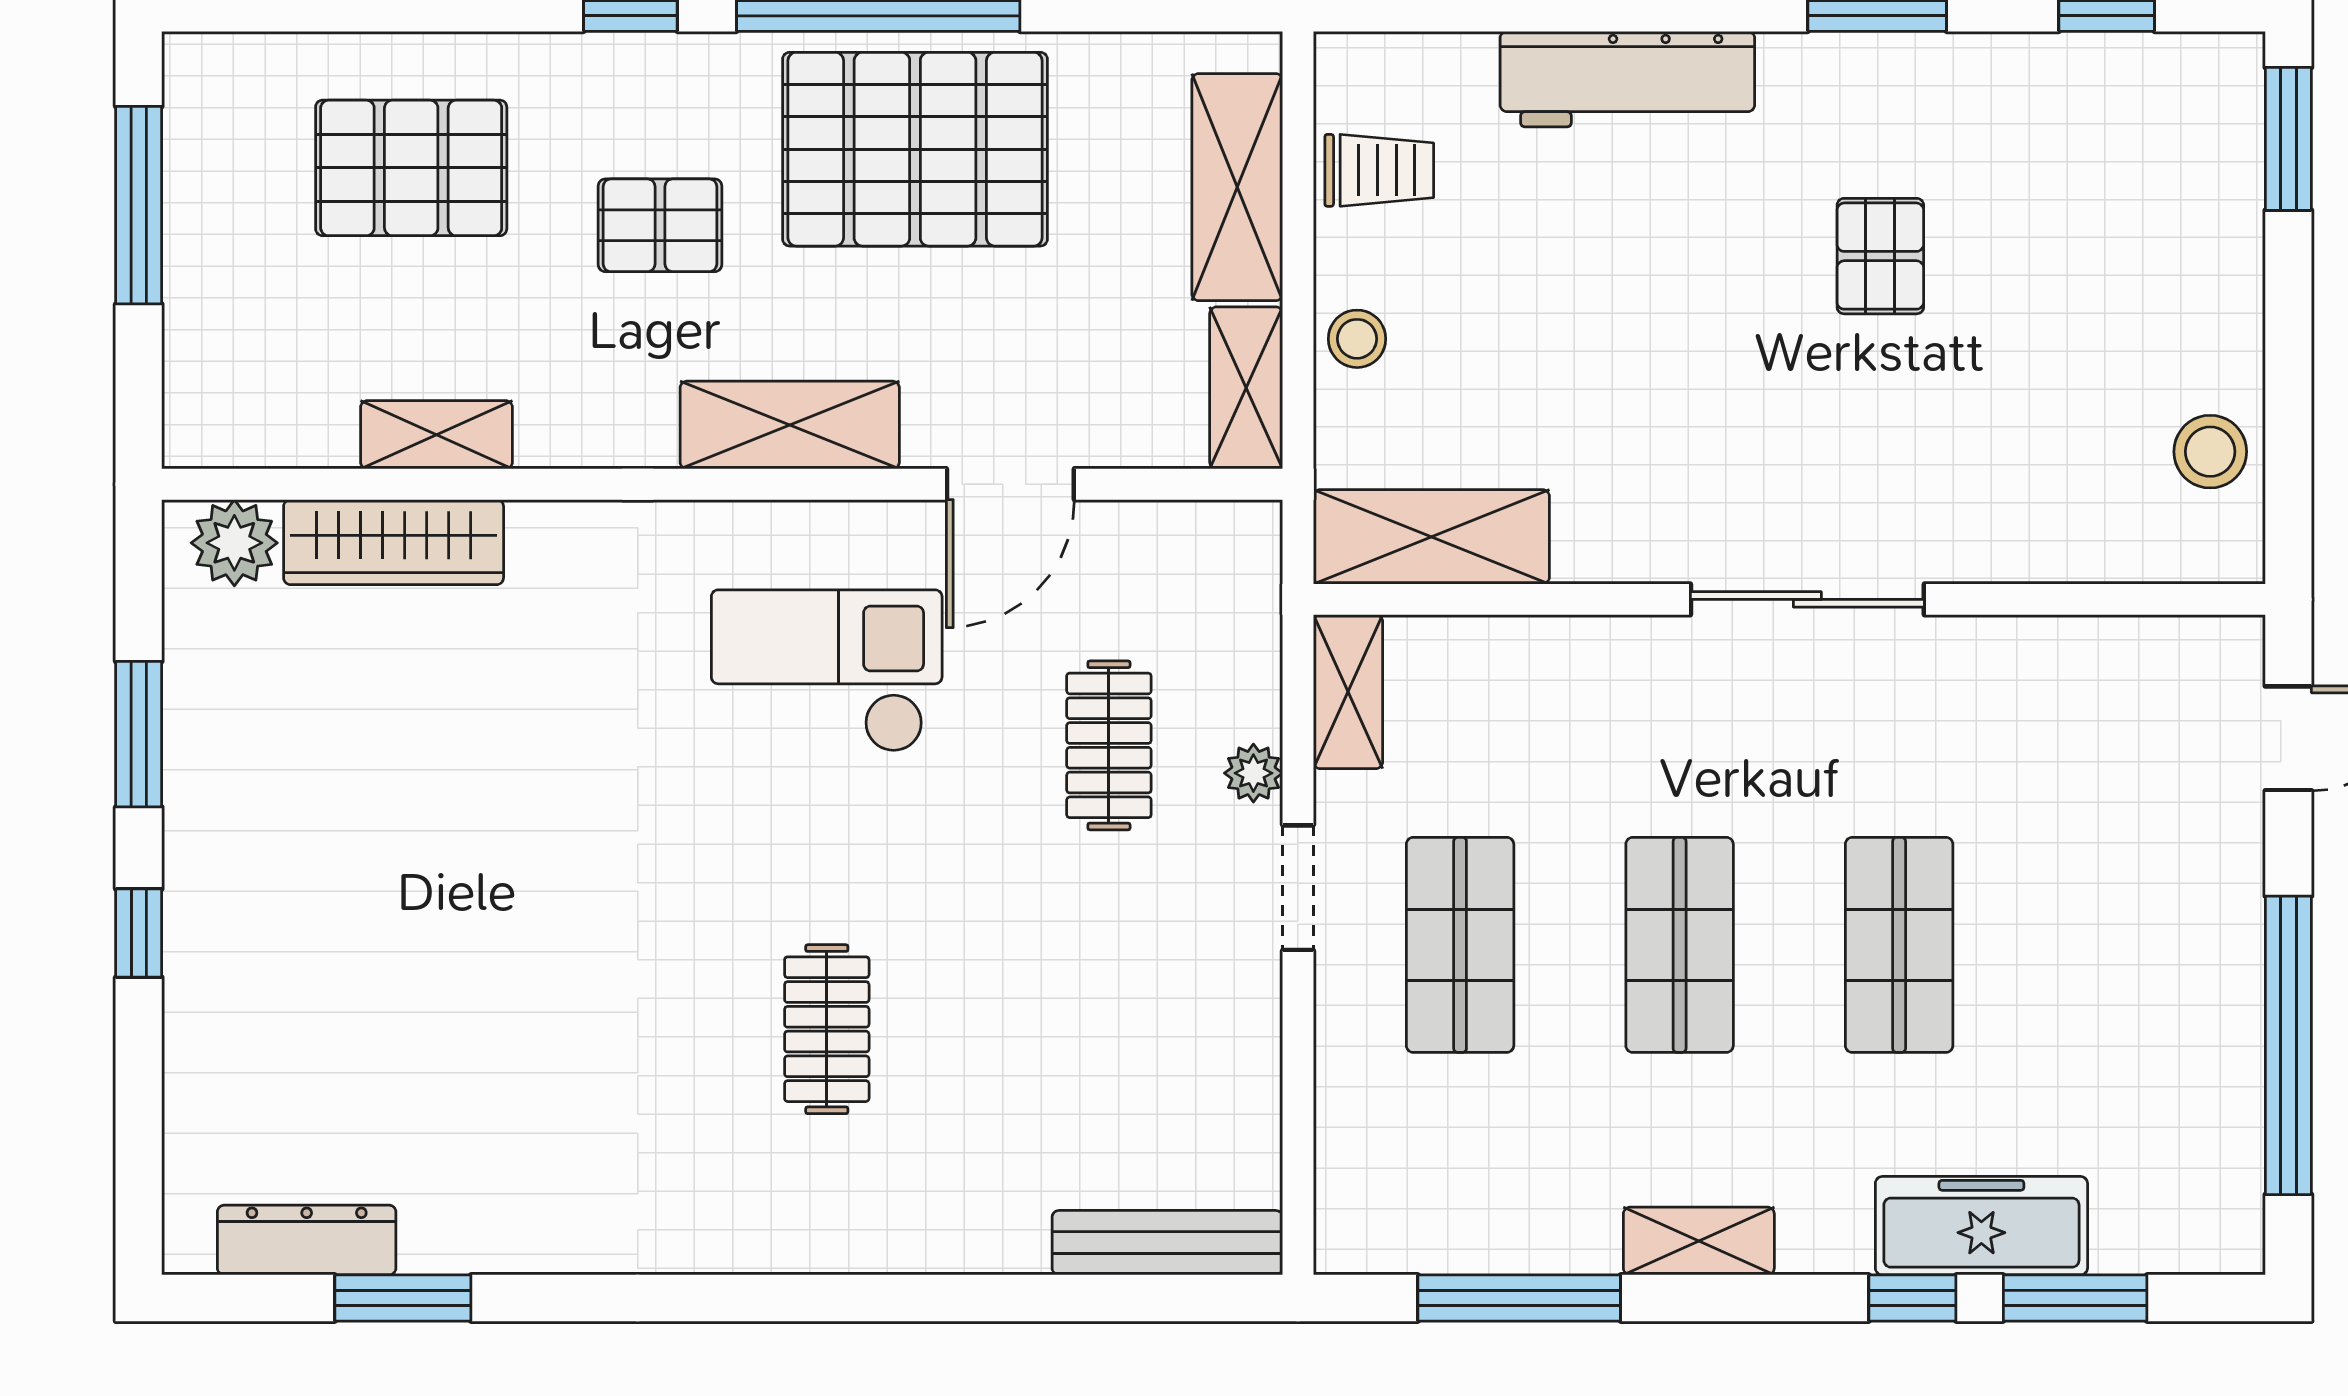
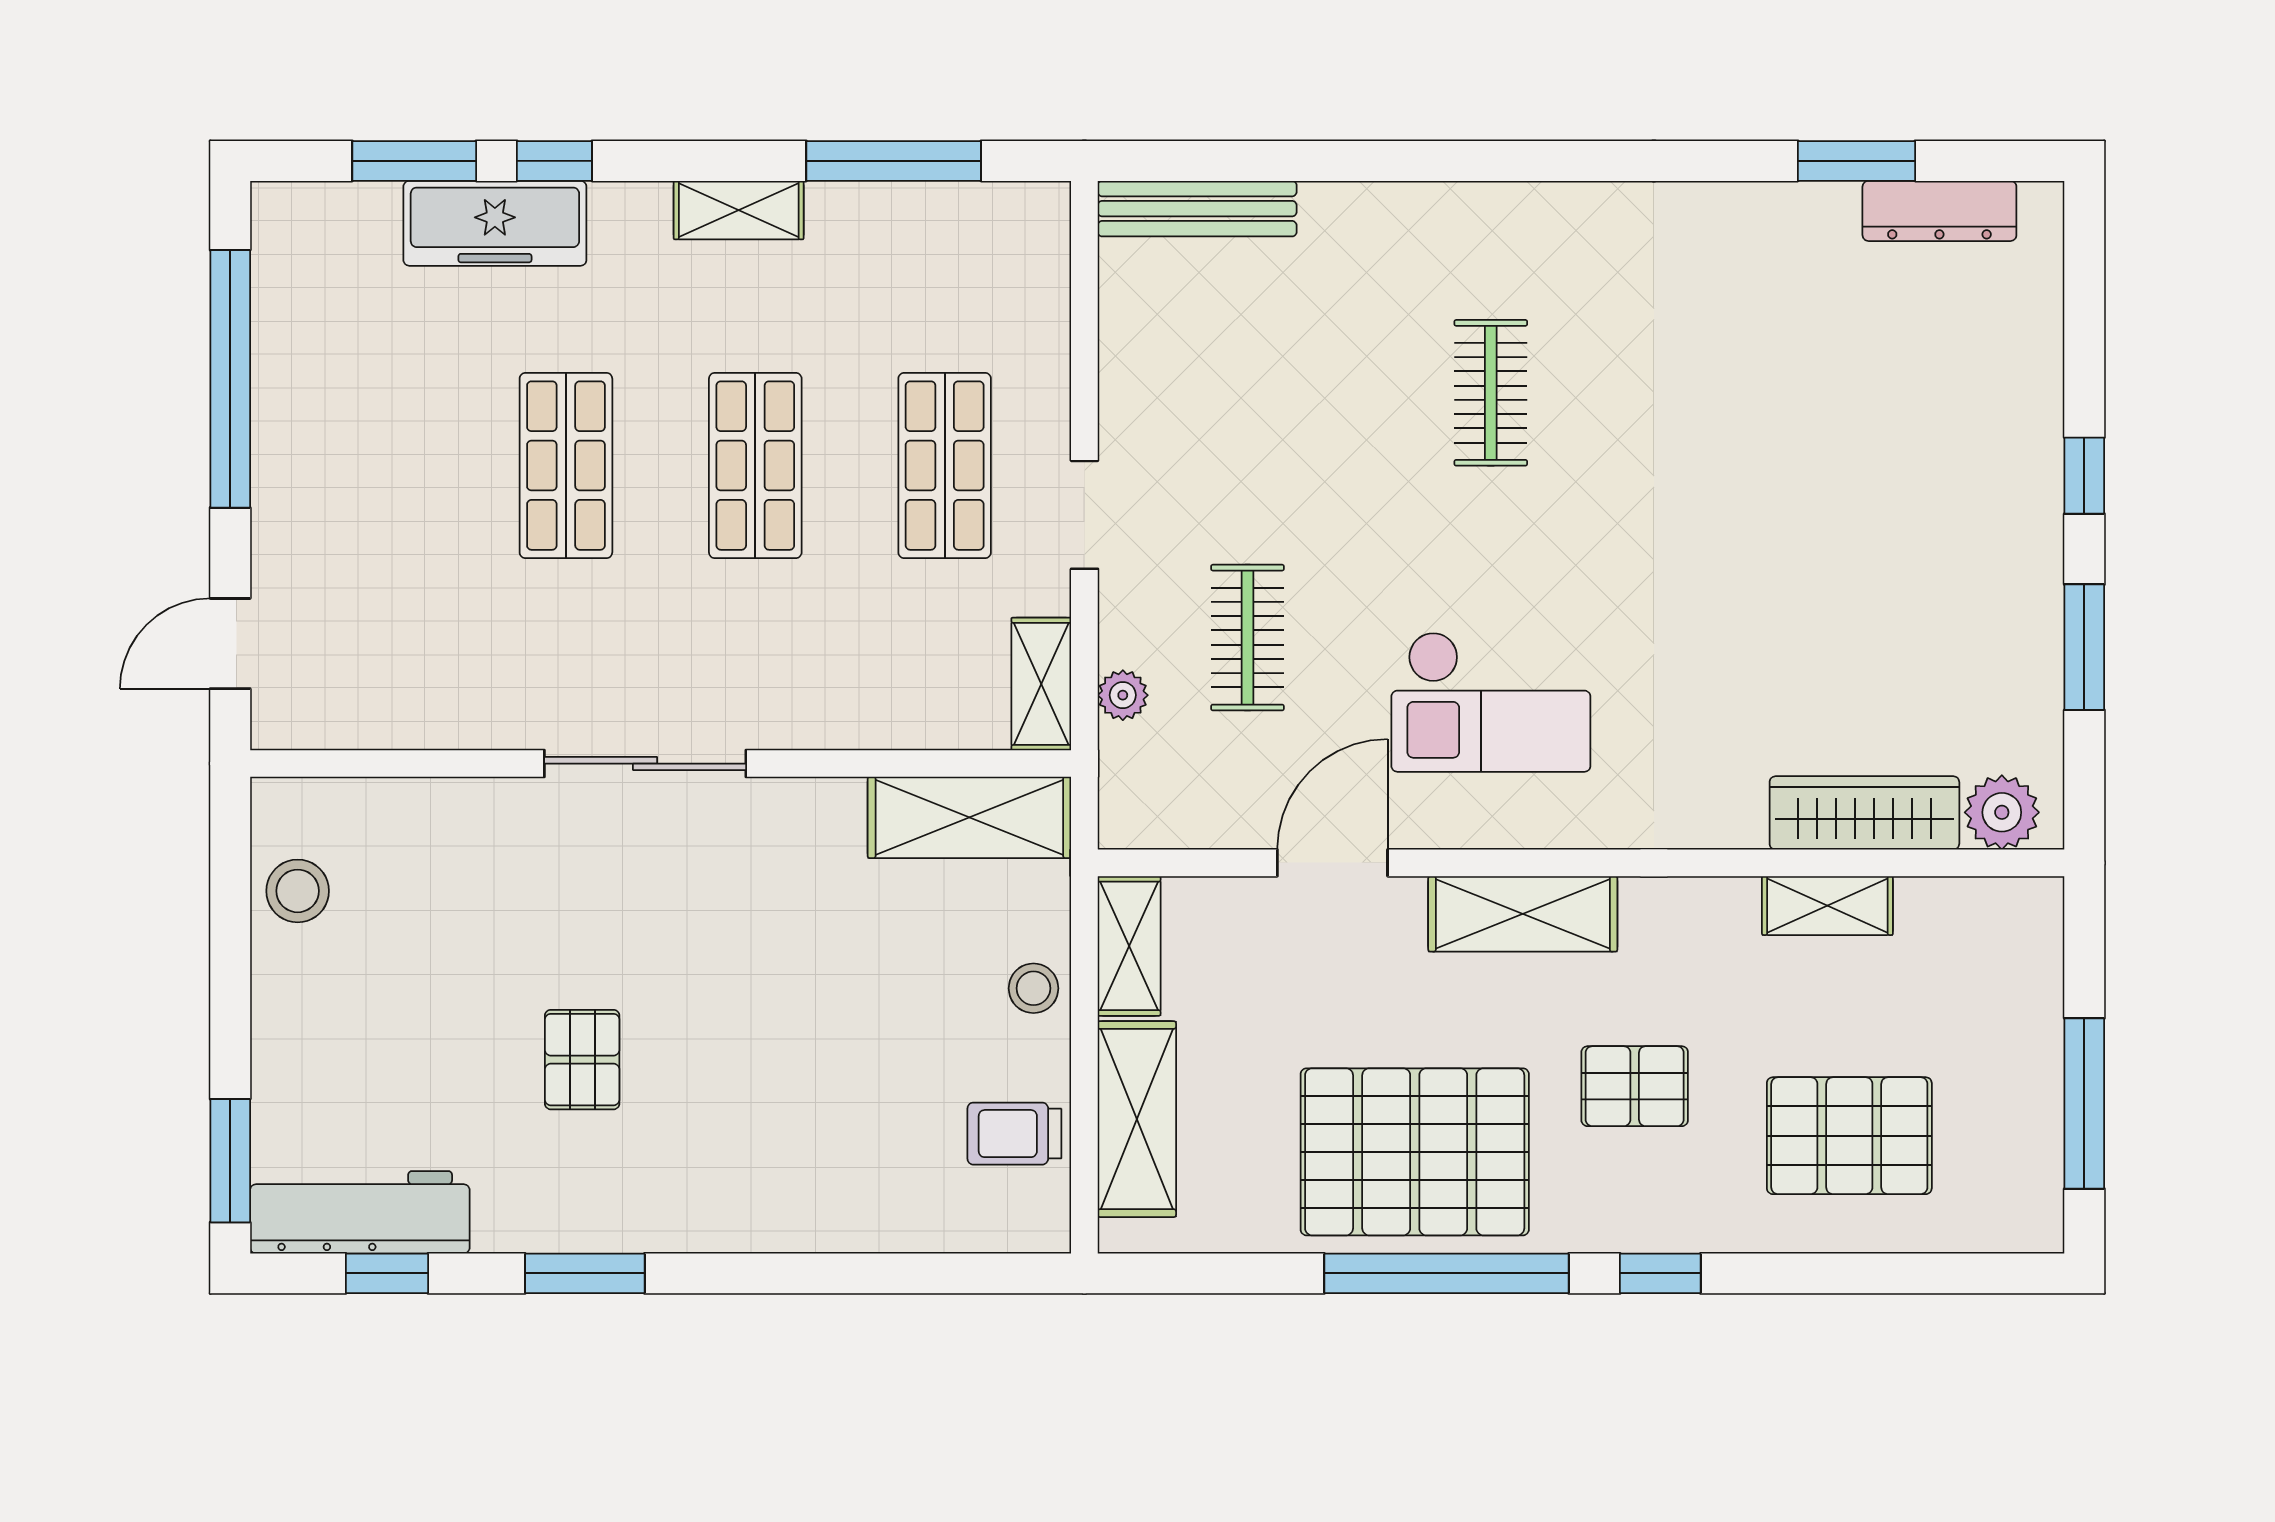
workbench: (1627, 79) -> (360, 1212), moved
plant: (1253, 773) -> (1123, 695), moved

